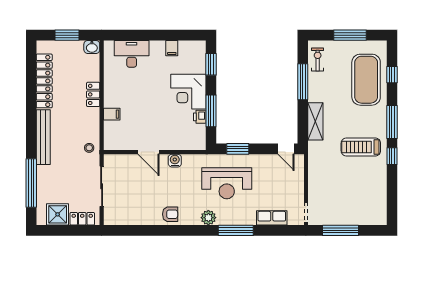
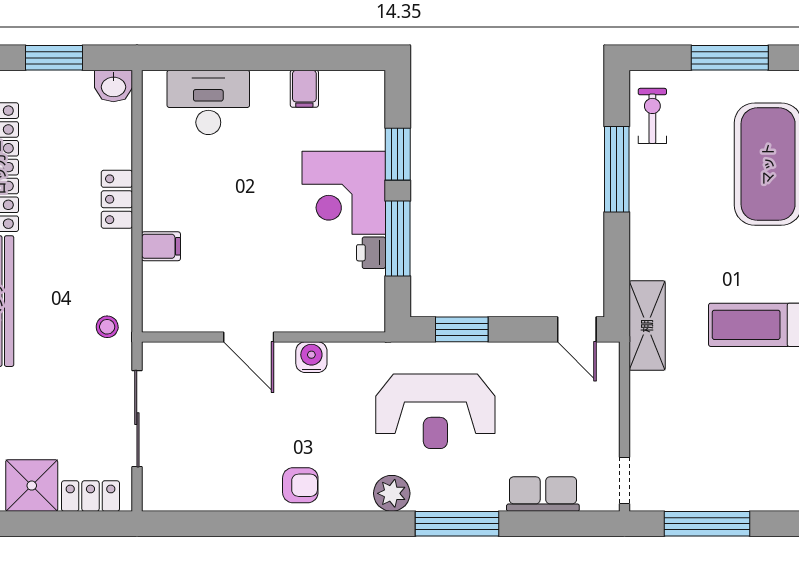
window: (211, 64) -> (398, 154), moved
shelving: (315, 121) -> (647, 326), moved

